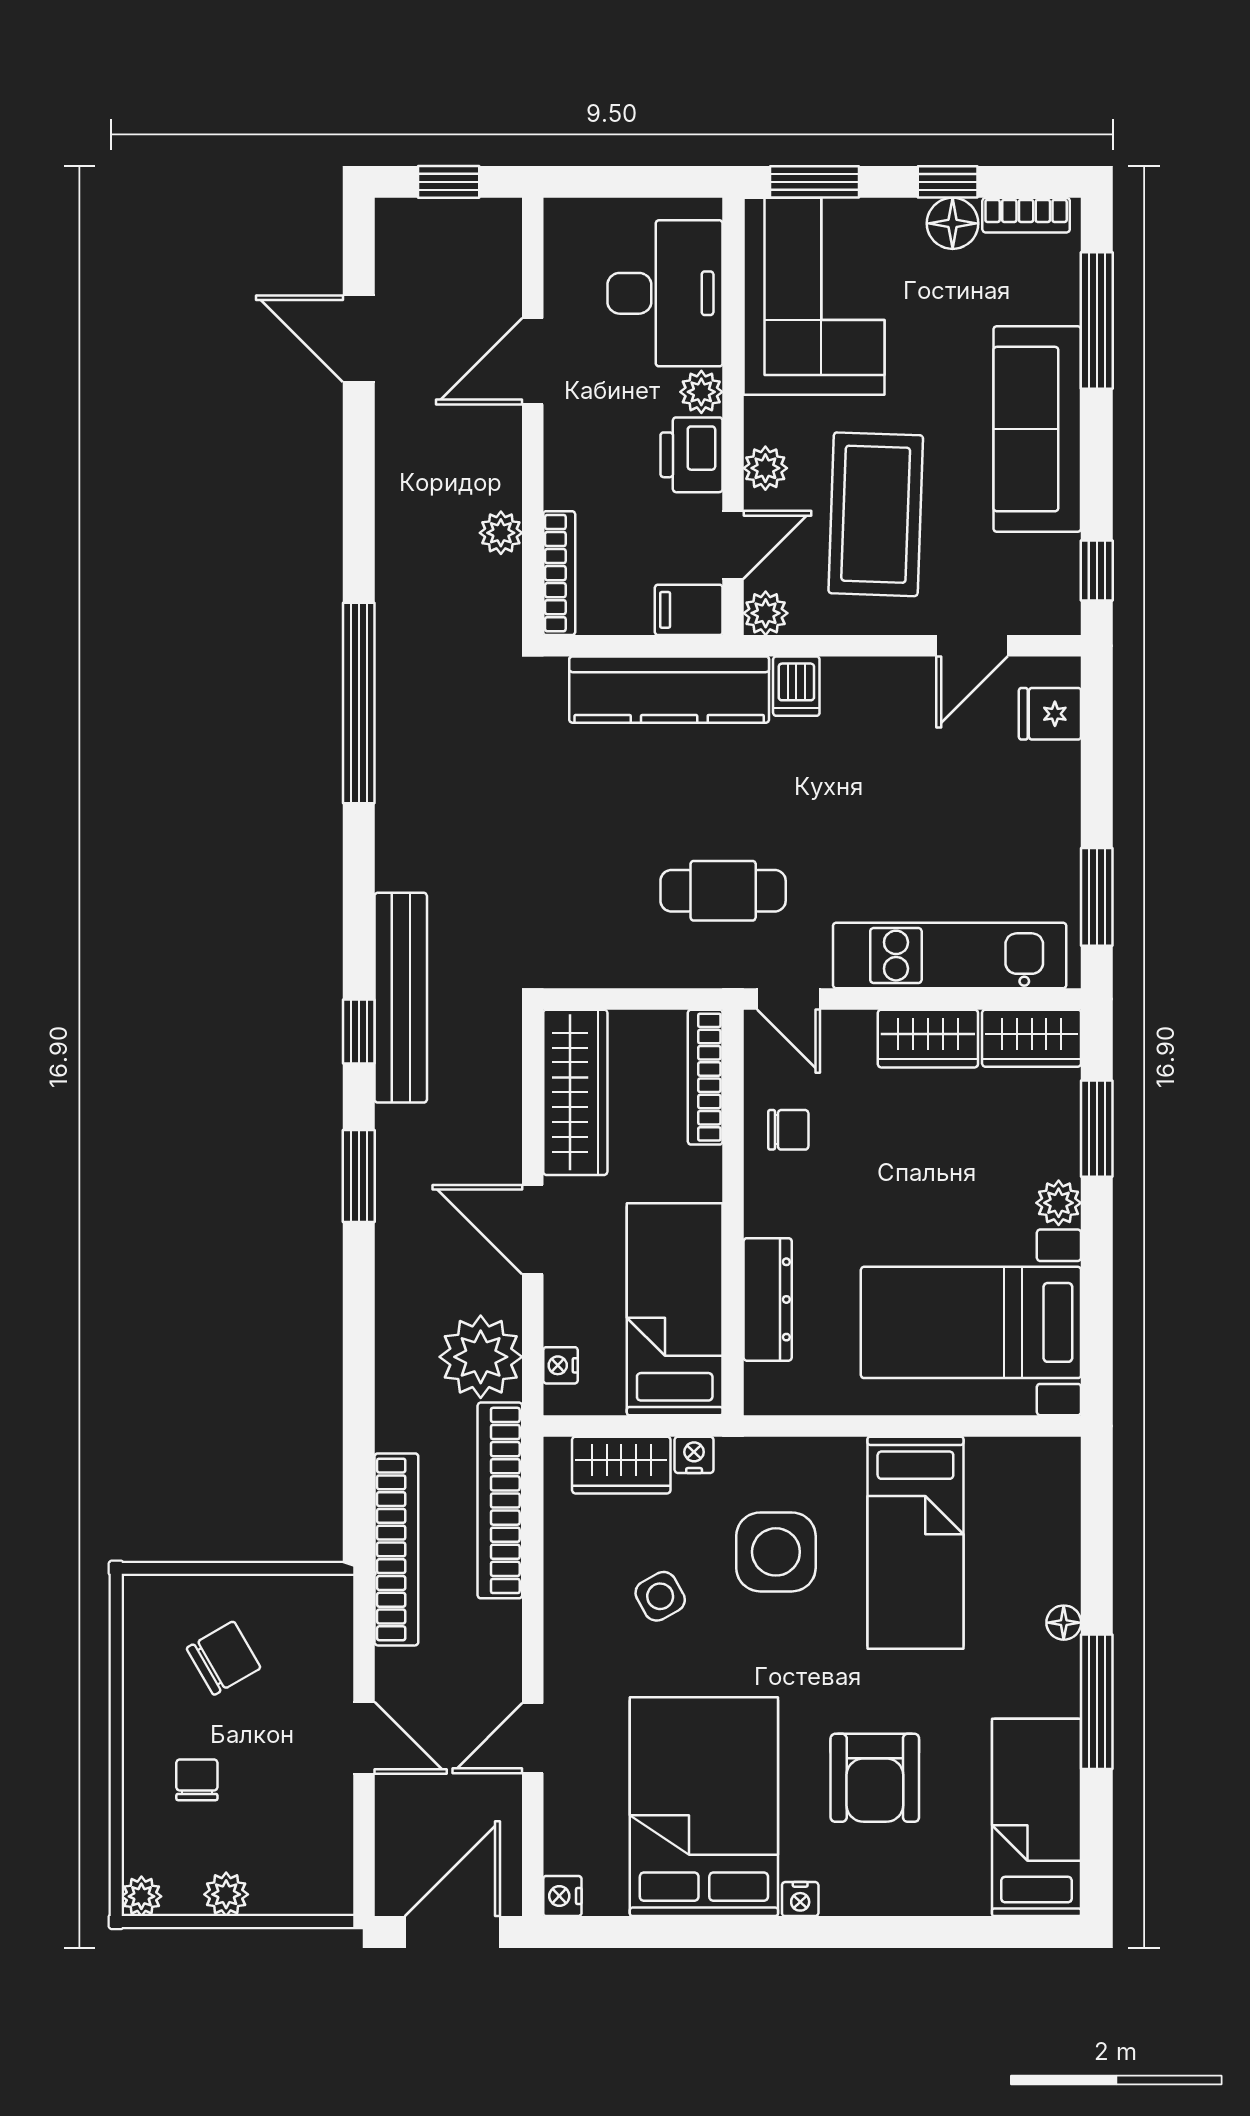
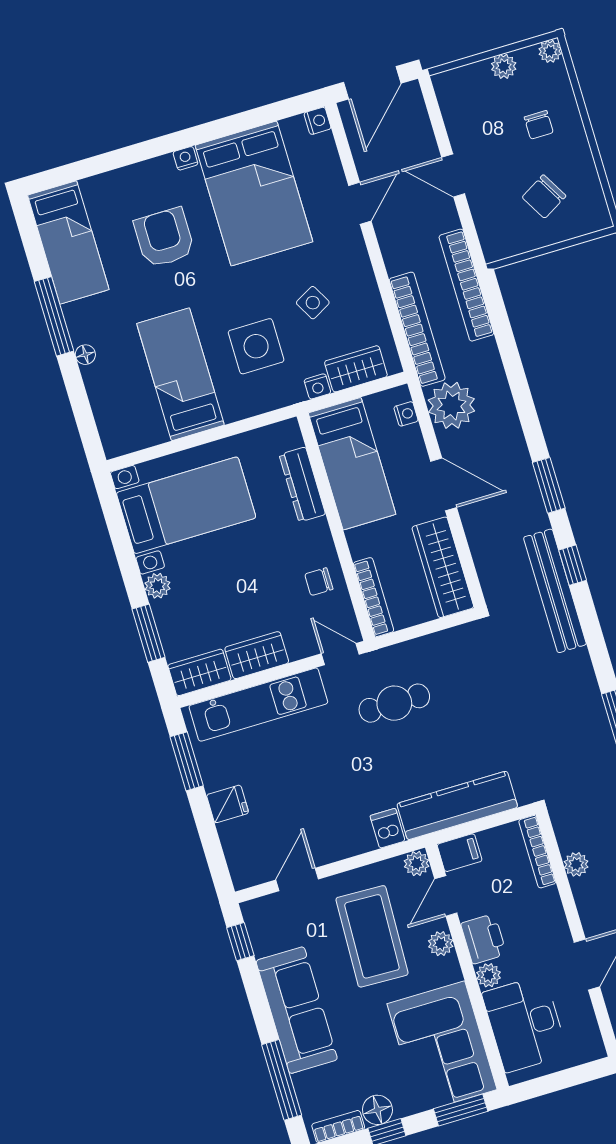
fridge: (1050, 714) -> (228, 804), moved

